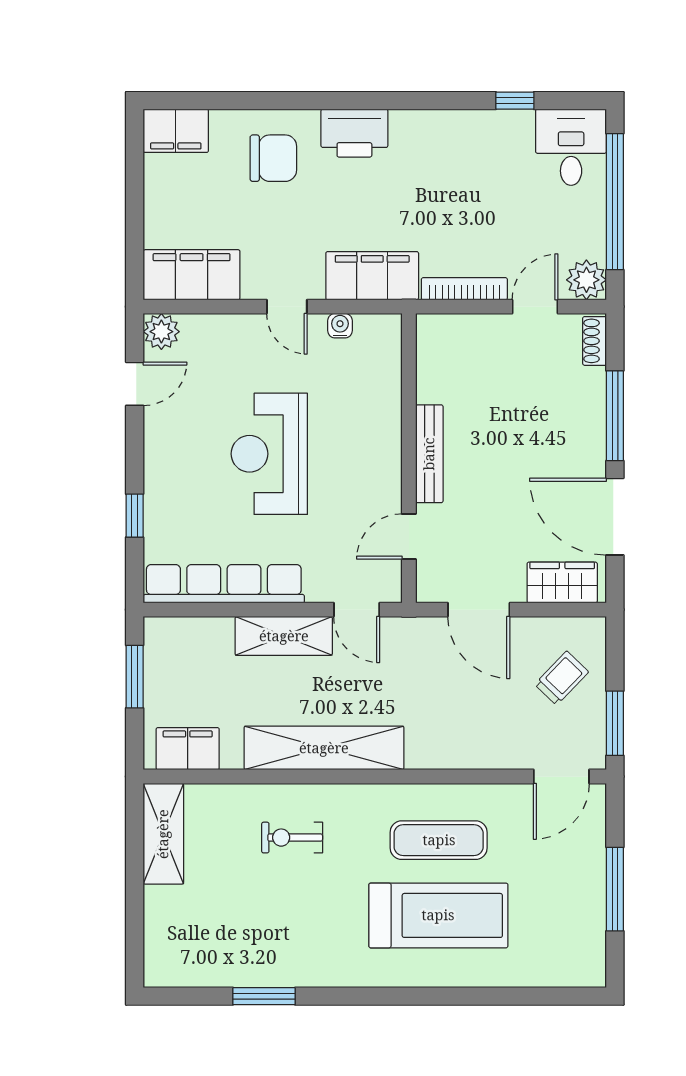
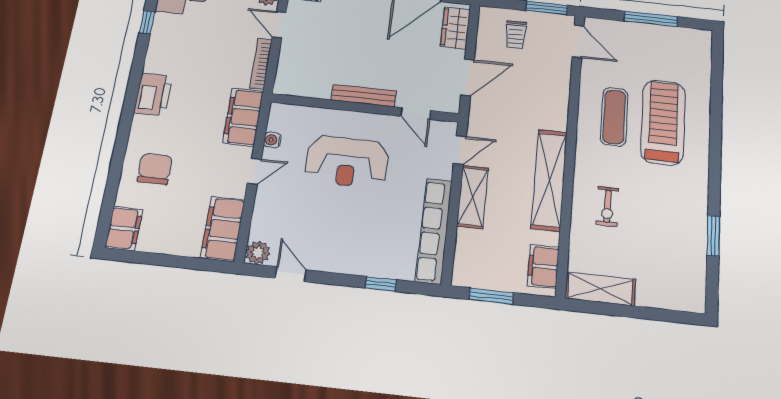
printer: (354, 133) -> (153, 94), moved
reception desk: (269, 454) -> (347, 162), moved
trolley: (562, 678) -> (516, 35), turned -134

